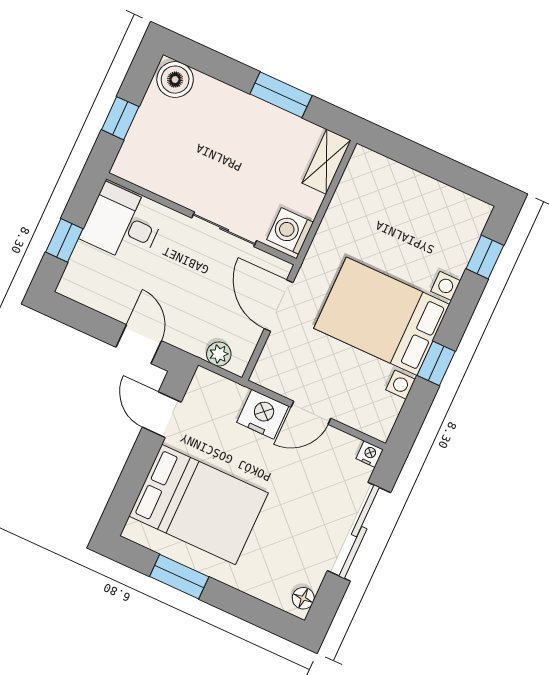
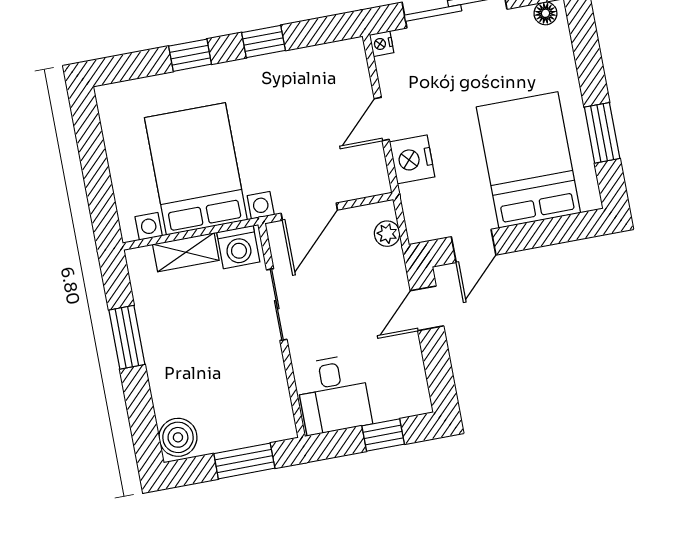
window: (120, 118) -> (244, 461), width x1.50
shelving: (326, 162) -> (186, 252), moved
window: (485, 257) -> (190, 55), moved
bed with nightstands: (382, 316) -> (196, 169), moved, turned 180
door: (311, 413) -> (382, 119), swing flipped

